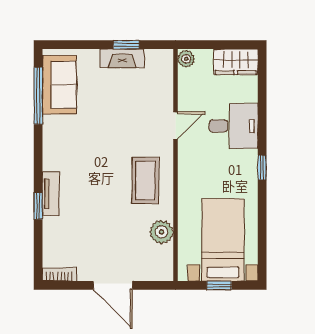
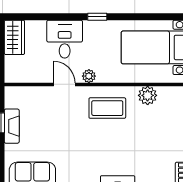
plant: (186, 59) -> (89, 76), moved

